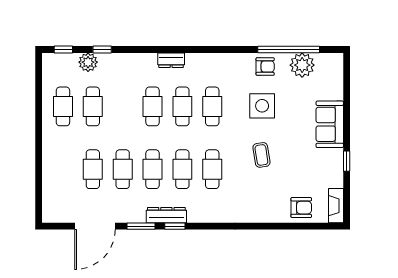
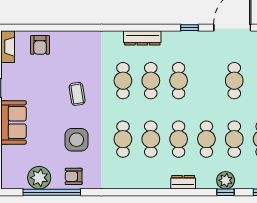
dresser: (171, 60) -> (183, 182), moved
plant: (88, 62) -> (226, 180), moved
cafe table: (123, 169) -> (206, 139), moved
armchair: (301, 208) -> (40, 45), turned -90
dresser: (166, 215) -> (142, 38), moved
window: (141, 226) -> (189, 28), width x0.67
window: (175, 226) -> (158, 28), removed

